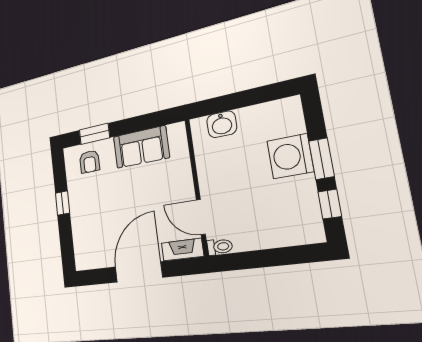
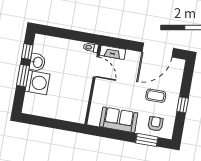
washbasin: (222, 124) -> (37, 62), moved, turned 90
coffee table: (101, 203) -> (156, 96), added
door: (139, 272) -> (158, 50), moved

